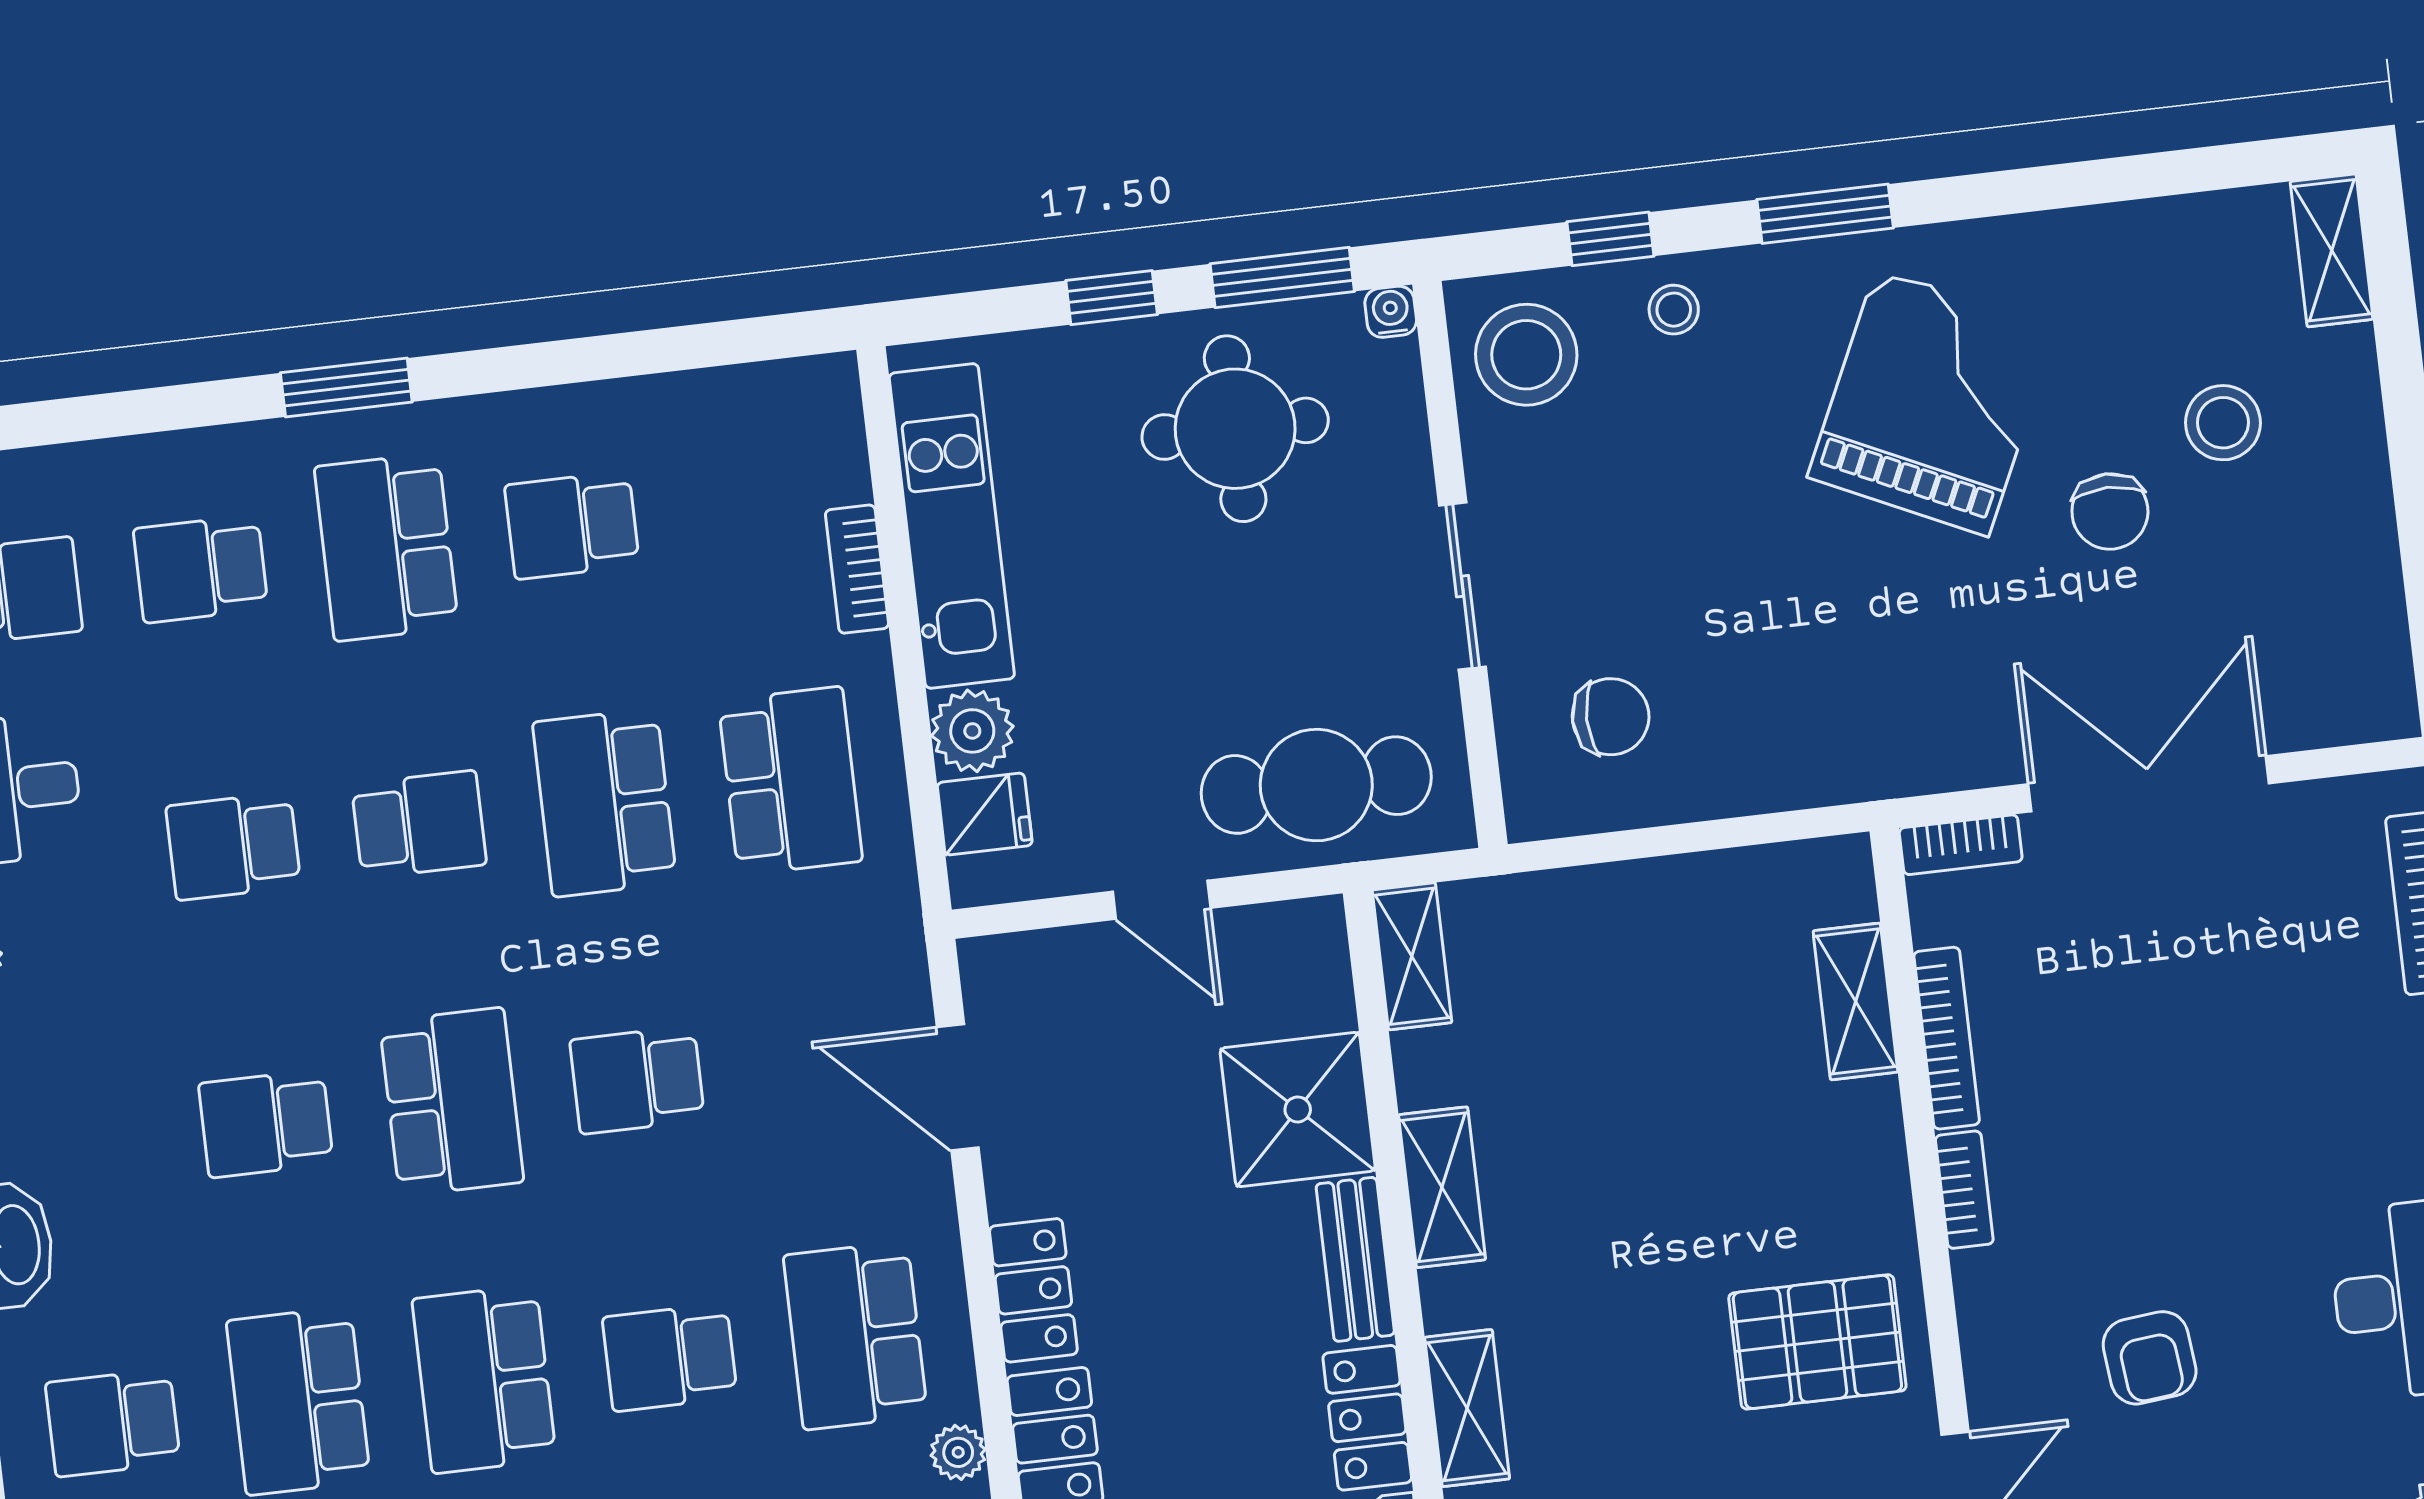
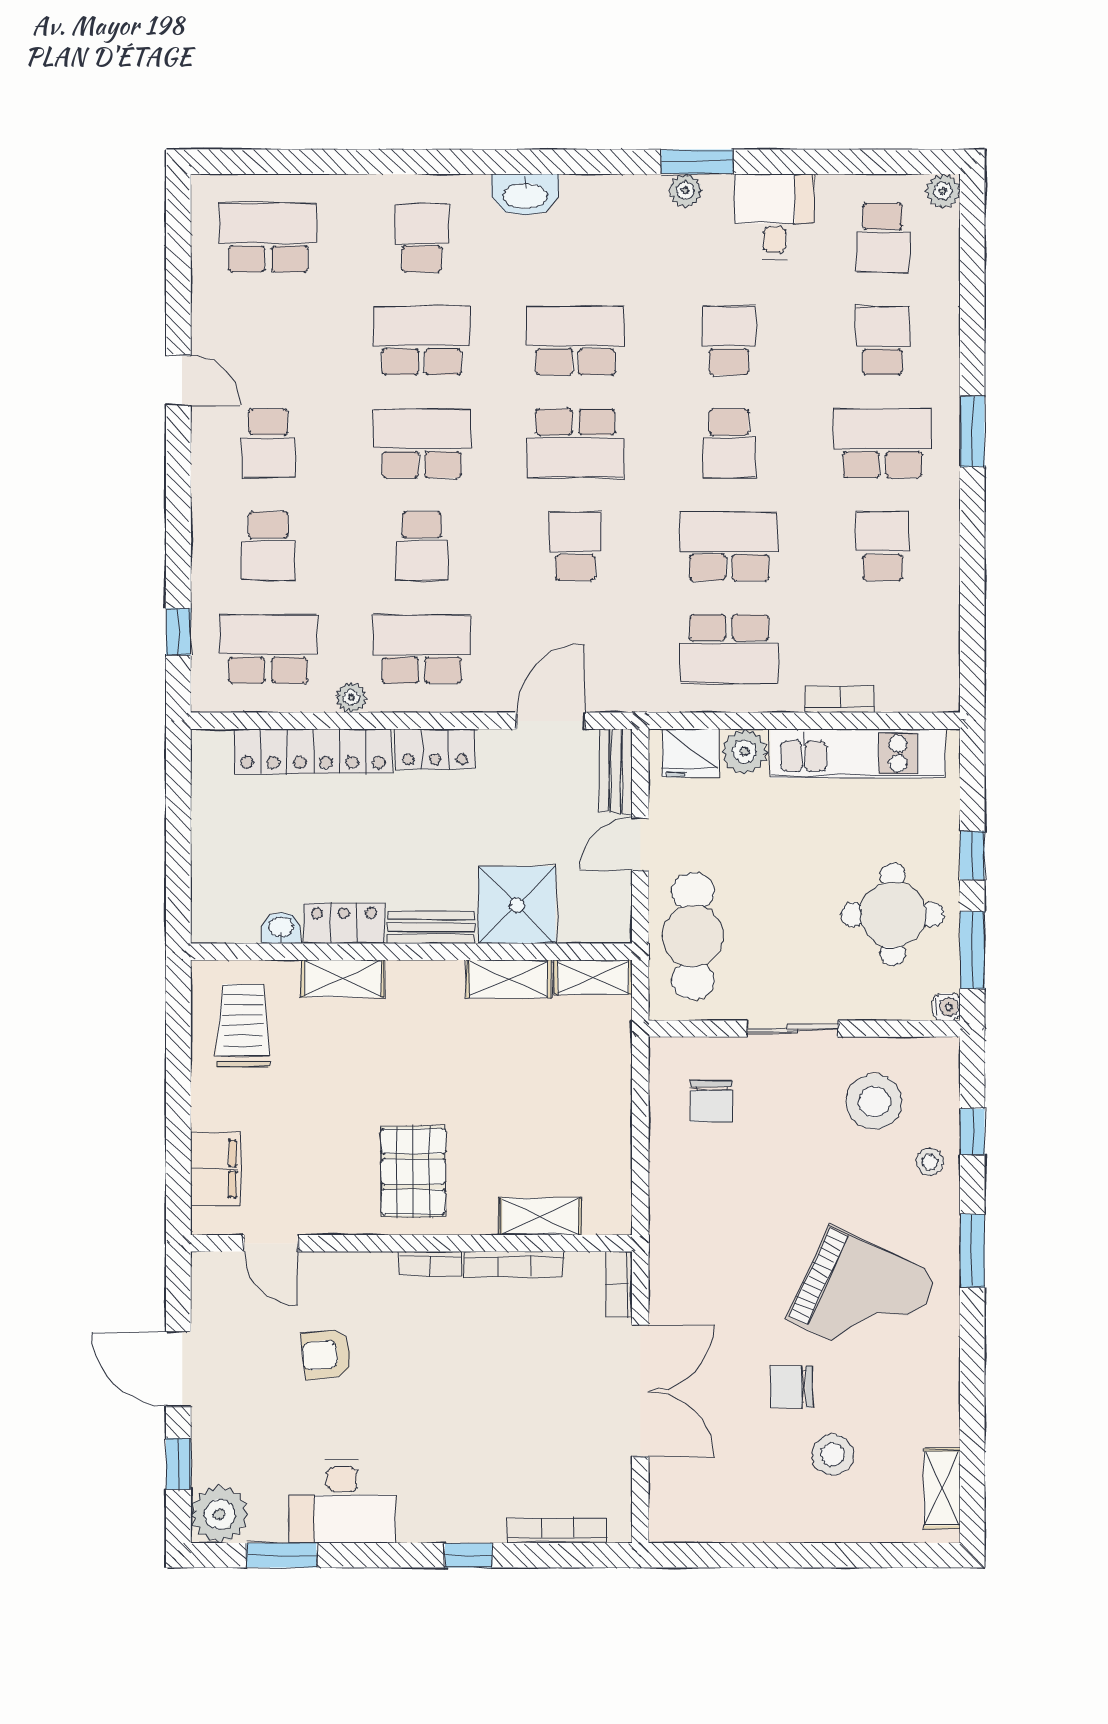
shelving: (2332, 250) -> (942, 1488), moved, turned 90
stool: (1526, 355) -> (874, 1102), moved
fridge: (985, 814) -> (691, 753), width x1.38
bench: (1035, 959) -> (616, 771), added
school desk: (266, 1124) -> (575, 340), width x1.85
shelving: (1442, 1187) -> (509, 979), moved
pallet: (1817, 1342) -> (413, 1172), moved
school desk: (670, 1357) -> (422, 546), turned 180

